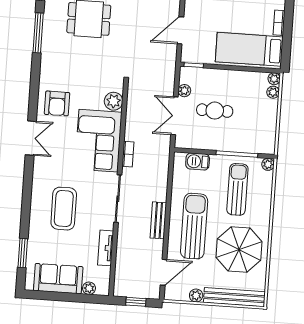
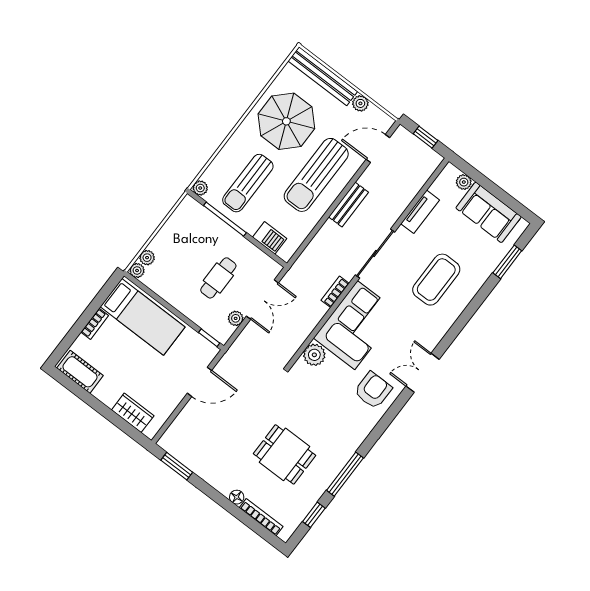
cafe table: (215, 111) -> (218, 278), turned 90

